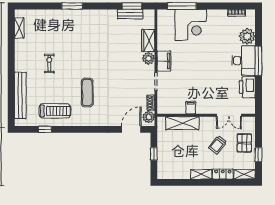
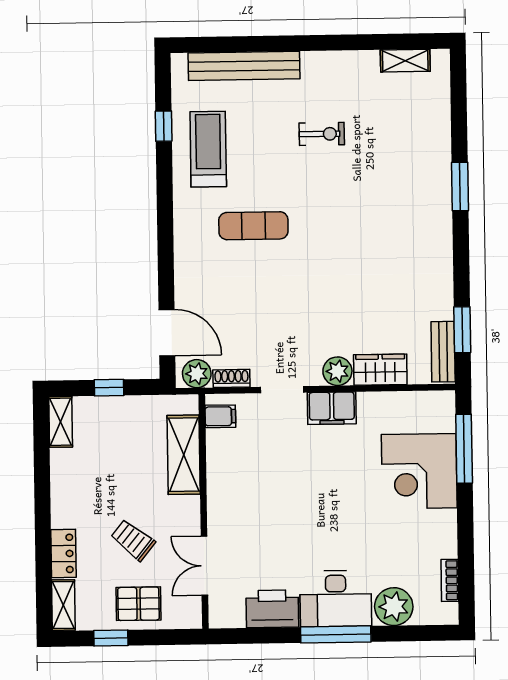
bench: (130, 14) -> (443, 352), moved
filing cabinet: (191, 108) -> (220, 416), moved
treadmill: (55, 111) -> (208, 149), turned 180
shelving: (201, 174) -> (61, 422), moved

